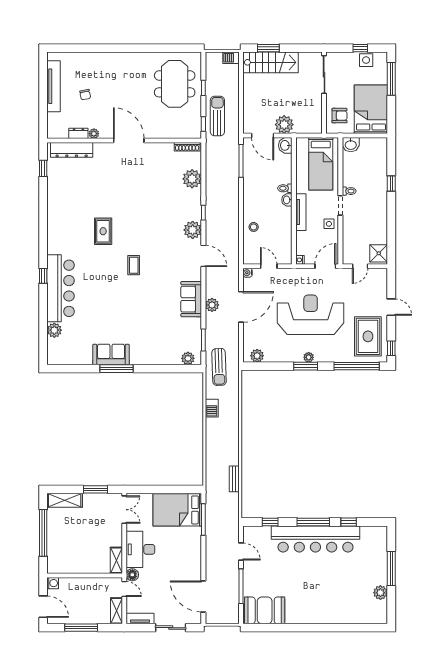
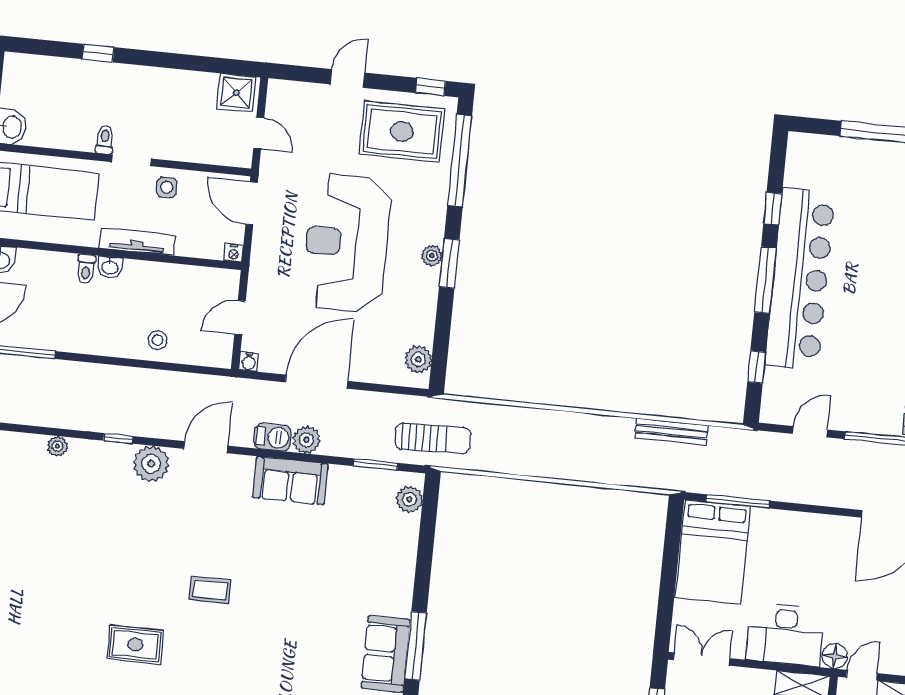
plant: (192, 179) -> (58, 446), width x0.53, depth x0.53
door: (241, 307) -> (316, 382), hinge flipped
barbecue: (212, 408) -> (273, 437), moved
bench: (234, 479) -> (672, 432), width x1.36

